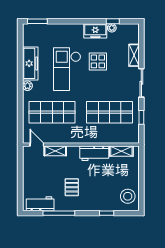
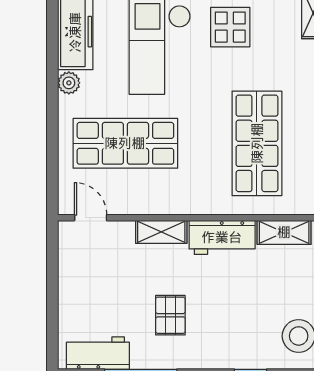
shop shelf: (110, 112) -> (257, 143), turned 90
shelving: (55, 151) -> (161, 232), moved

